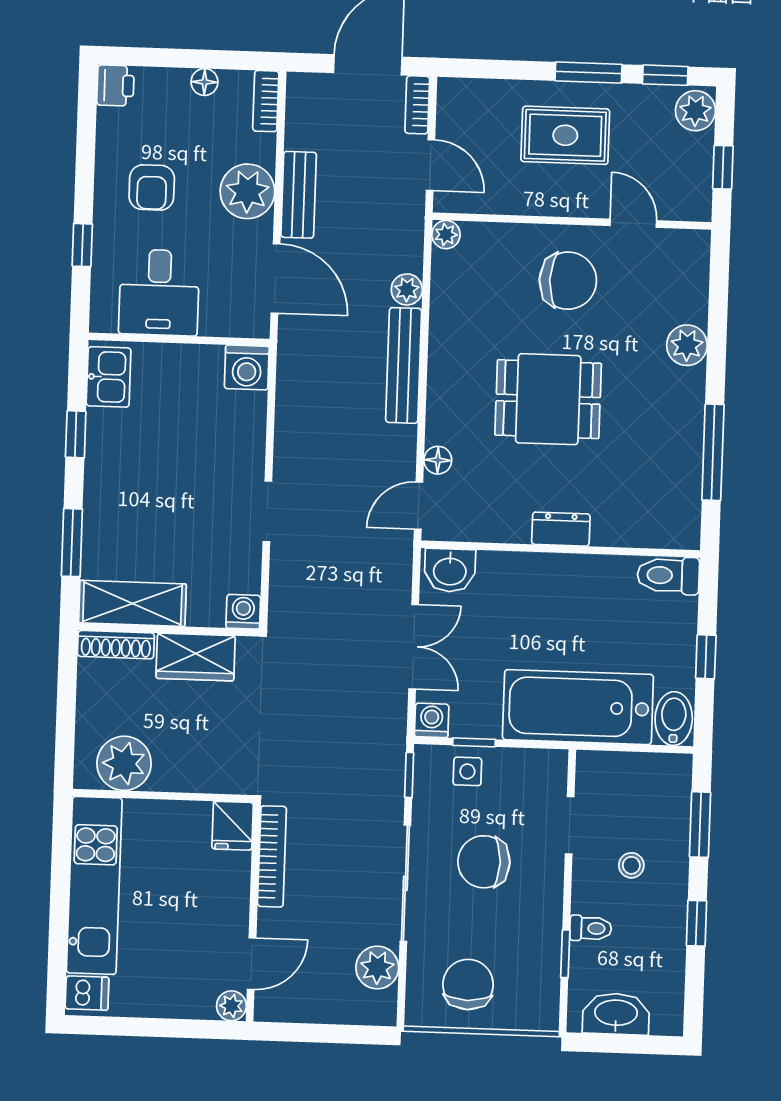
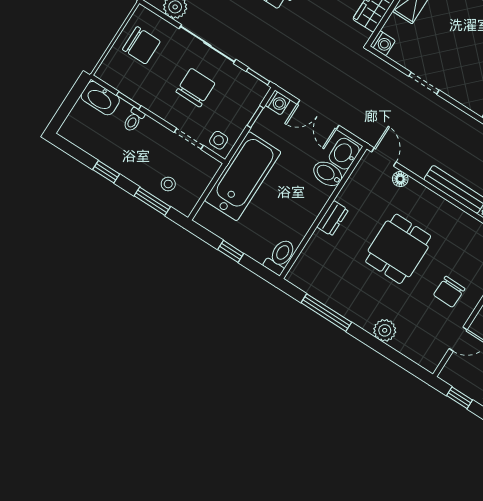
chair: (568, 281) -> (449, 292), width x0.73, depth x0.73
bidet: (674, 719) -> (328, 174), moved, turned 180
side table: (467, 771) -> (219, 140), moved
stool: (631, 865) -> (168, 184), moved
washbasin: (616, 1014) -> (100, 98), moved, turned 90

